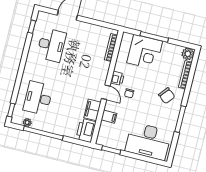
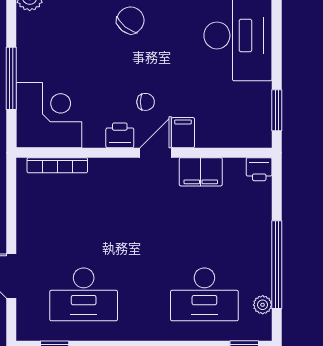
desk: (51, 45) -> (84, 294), turned 180
corner desk: (145, 52) -> (49, 115), moved
filing cabinet: (109, 117) -> (183, 133), moved
printer: (86, 130) -> (259, 169), width x0.53, depth x0.68

